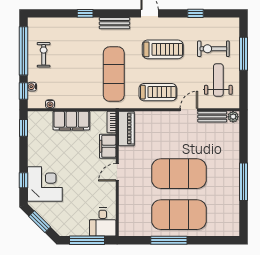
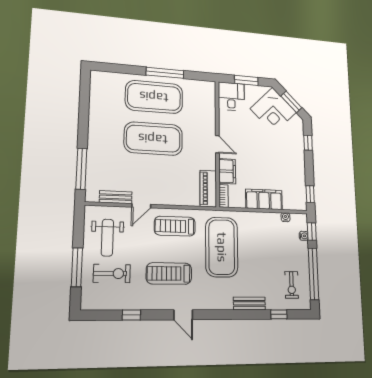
window: (85, 13) -> (279, 314), moved
bench: (114, 23) -> (249, 303), moved
exercise bike: (44, 55) -> (292, 285), moved
exercise mat: (114, 74) -> (222, 247), width x1.47
plant: (233, 117) -> (92, 196), removed
door: (117, 172) -> (217, 144), hinge flipped
window: (243, 182) -> (81, 169), moved
corner desk: (45, 184) -> (273, 110), moved, turned -45
window: (87, 240) -> (246, 80), width x0.69

